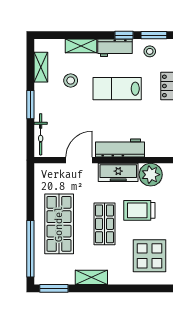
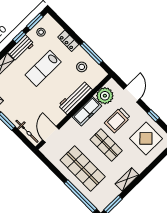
stool: (71, 80) -> (82, 67), moved
door: (79, 160) -> (51, 134), moved

